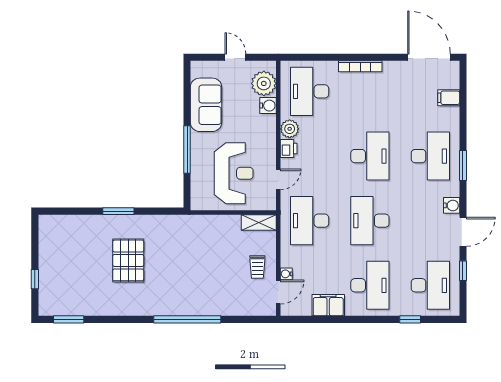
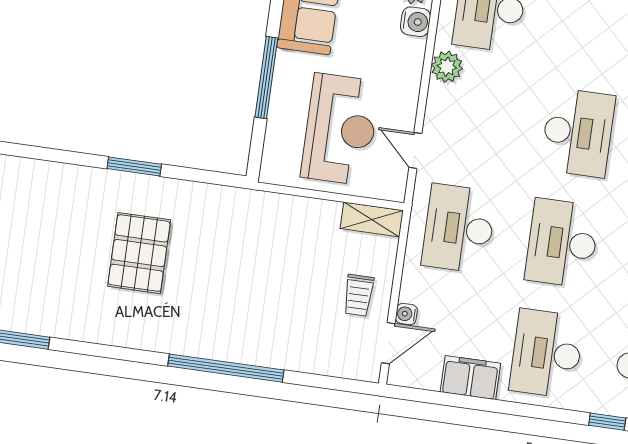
printer: (289, 149) -> (440, 100), removed
door: (278, 179) -> (415, 150), swing flipped
desk: (370, 285) -> (547, 354), turned 180

